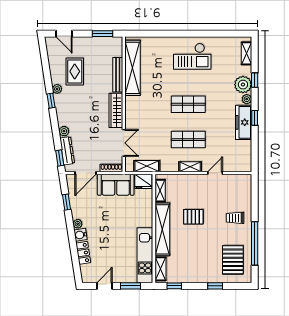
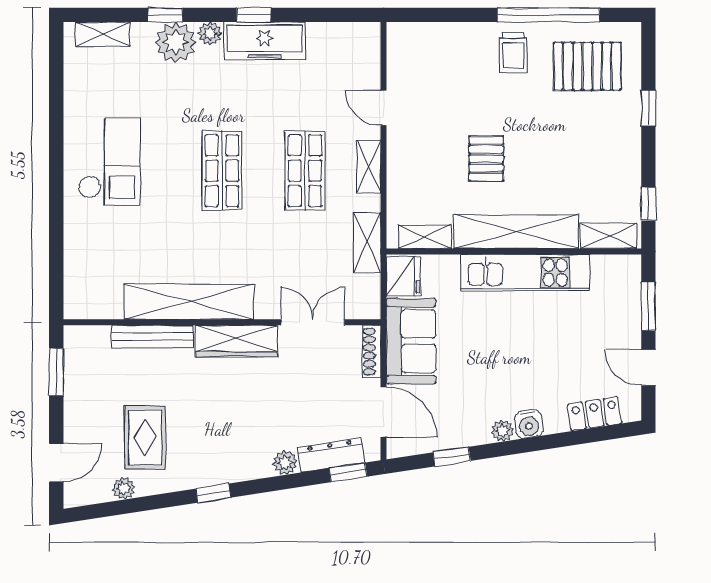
shelving: (133, 68) -> (189, 302), moved
rug: (75, 71) -> (145, 437), turned 90
plant: (57, 89) -> (123, 488), moved
shelving: (147, 166) -> (367, 243), moved
trolley: (235, 218) -> (513, 53), moved
locker: (83, 253) -> (595, 414), moved
kitchen unit: (145, 255) -> (525, 273), moved

